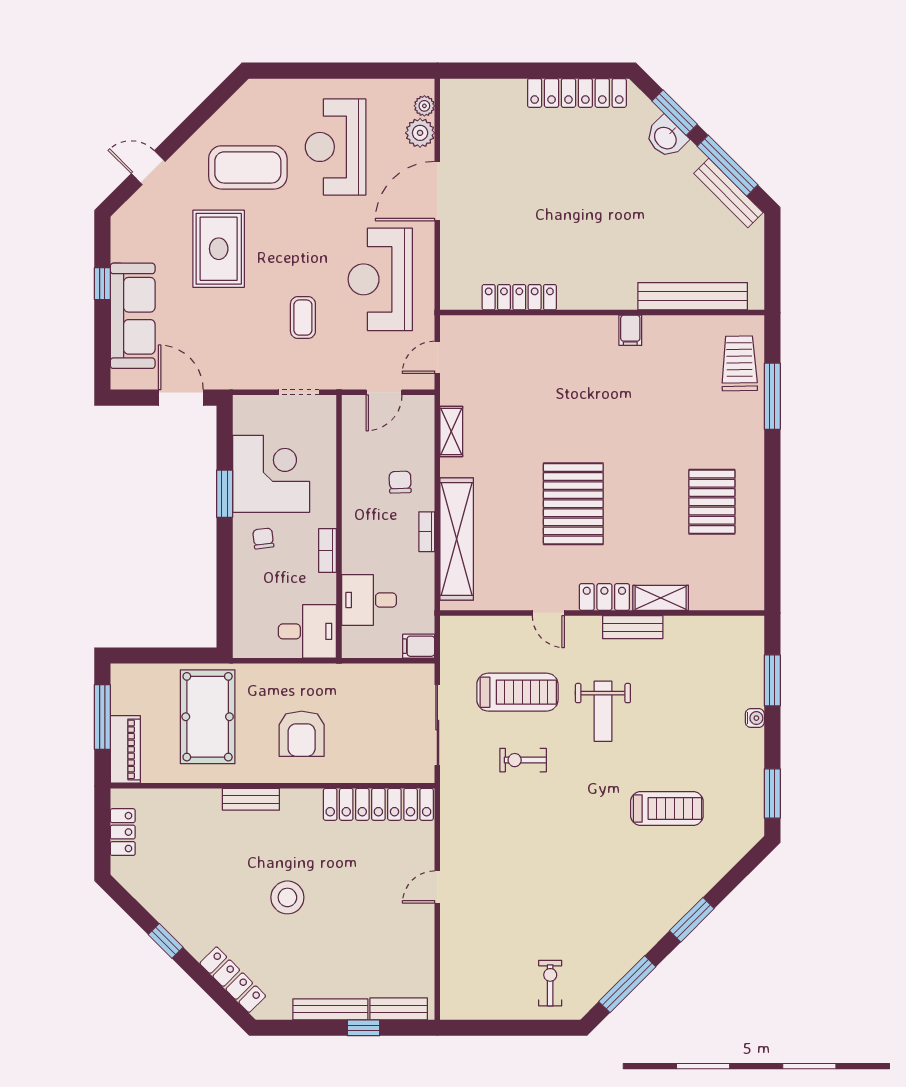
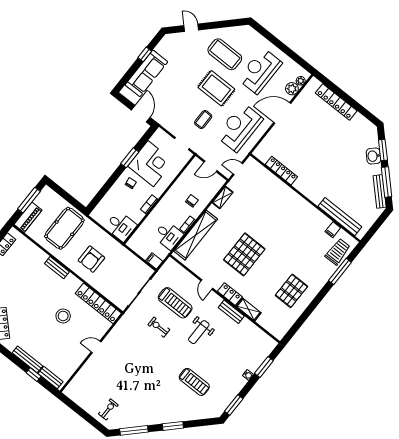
locker: (577, 93) -> (336, 102), moved
rug: (219, 249) -> (216, 88), moved, turned 90
filing cabinet: (630, 330) -> (333, 230), moved
desk: (369, 600) -> (168, 235), moved, turned 180
stool: (287, 897) -> (63, 316), moved

